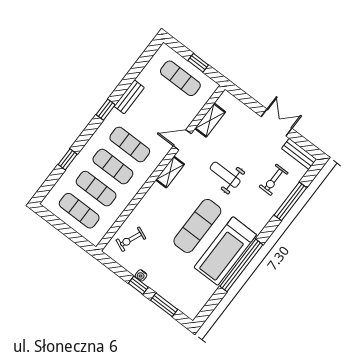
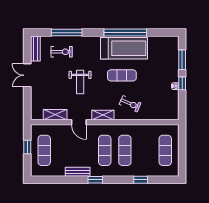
exercise mat: (96, 189) -> (145, 150), removed
exercise mat: (197, 226) -> (122, 75), width x0.73, depth x0.69
exercise bike: (131, 239) -> (130, 104), moved

